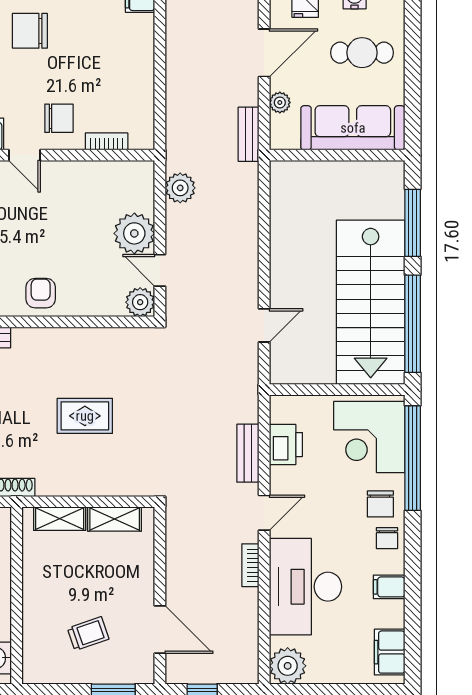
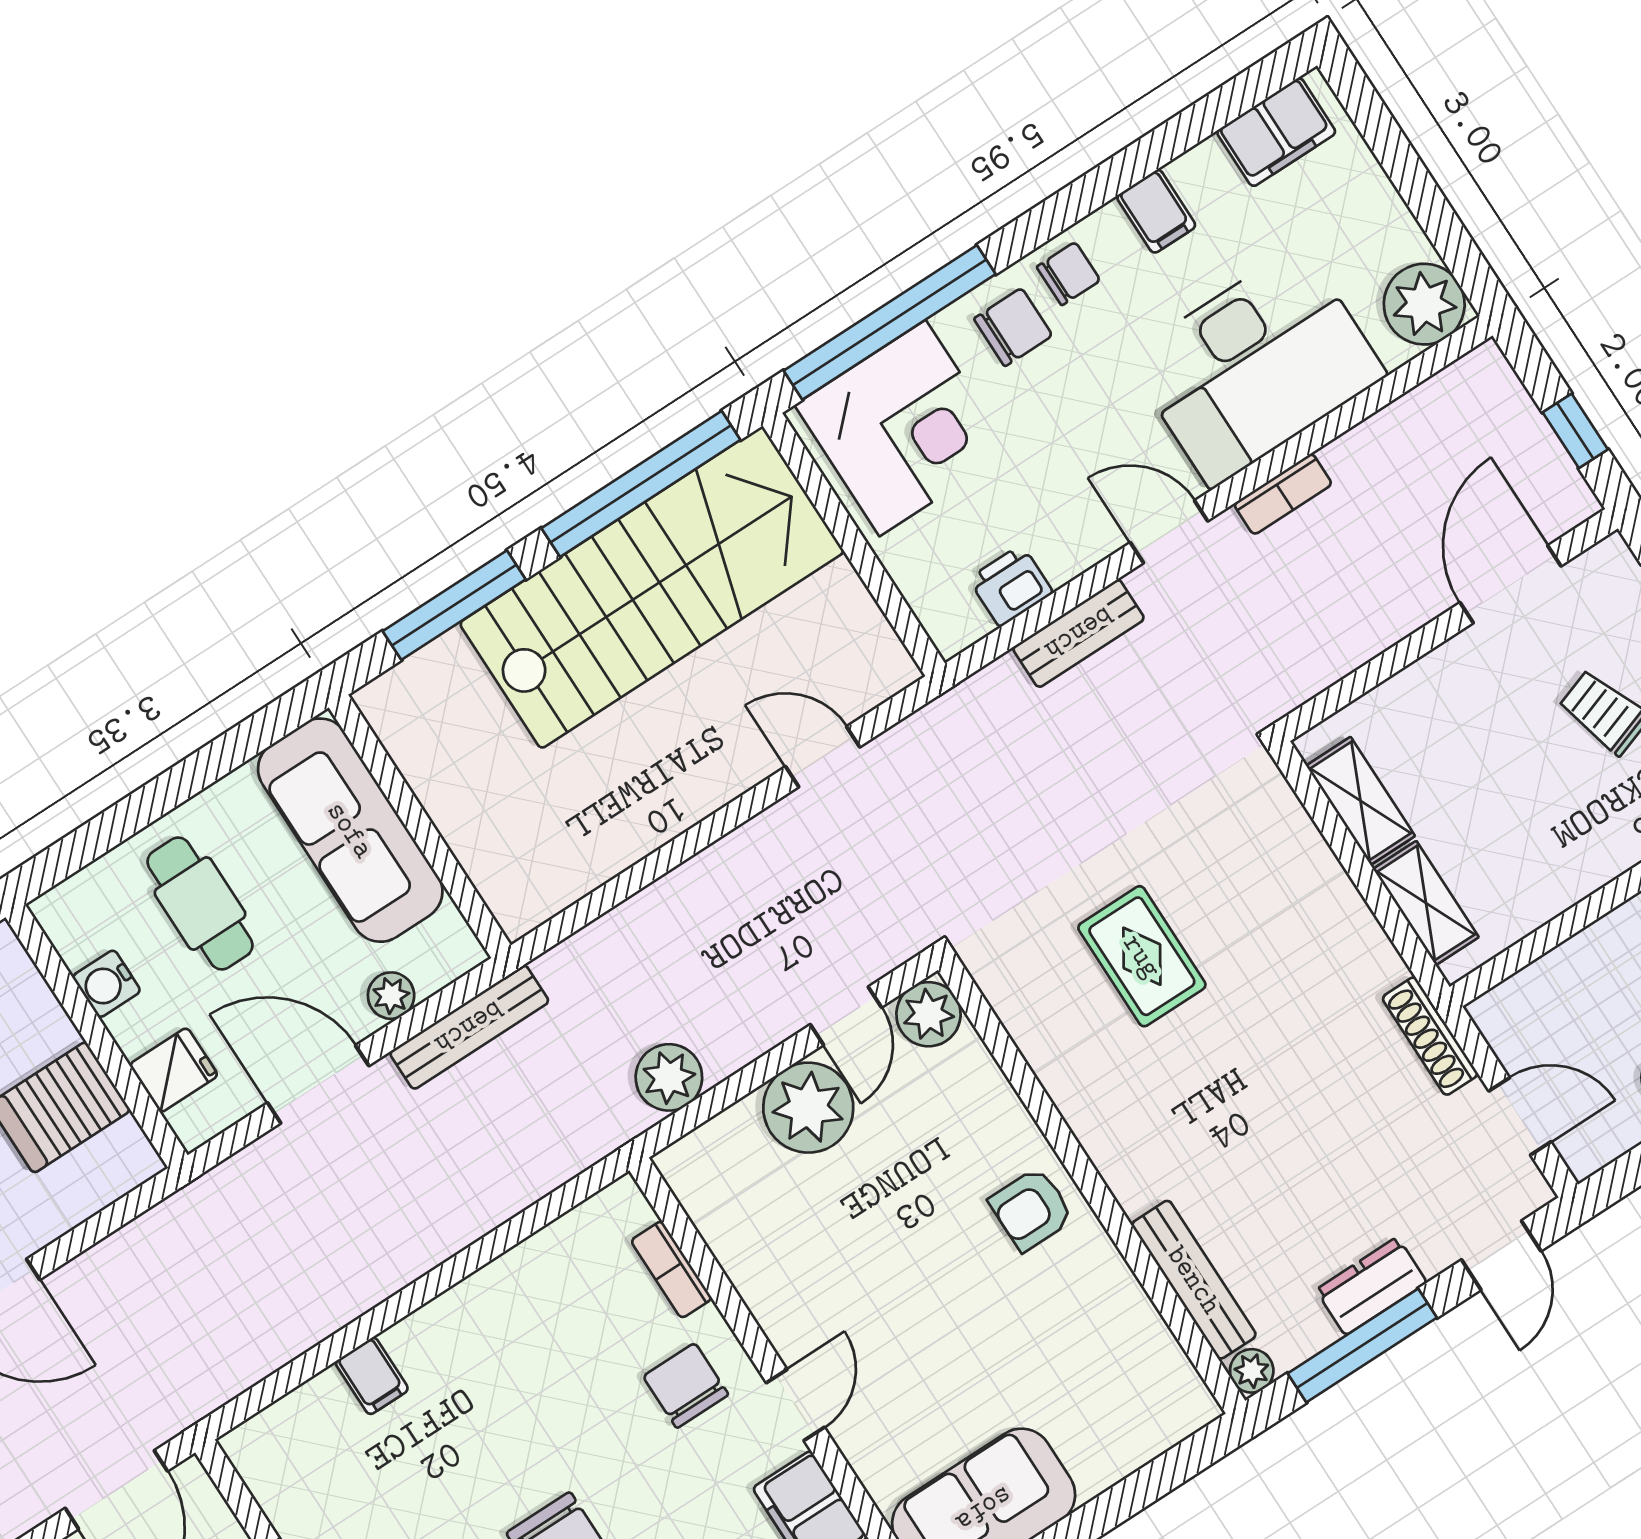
bench: (249, 134) -> (469, 1027), width x1.36
rug: (85, 416) -> (1142, 956), moved
printer: (286, 445) -> (1011, 586), width x0.73, depth x0.81

